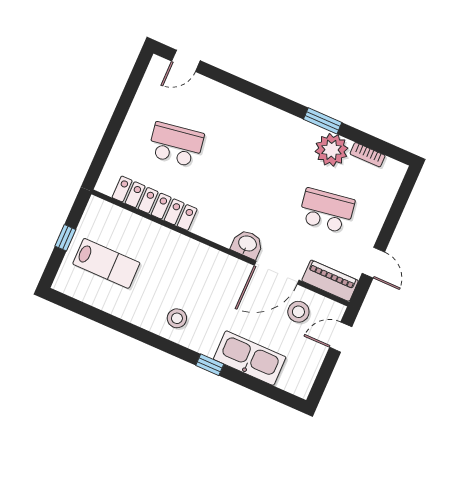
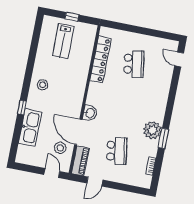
plant: (331, 150) -> (152, 130), moved

